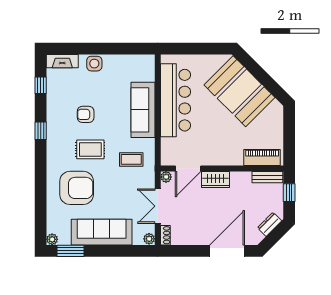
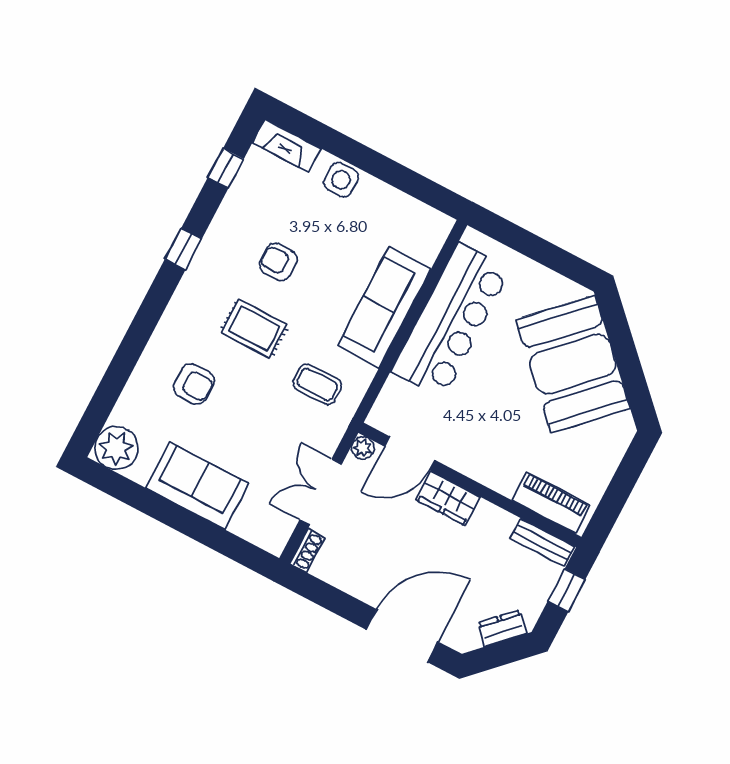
armchair: (77, 188) -> (194, 384), width x0.53, depth x0.53
sofa: (102, 232) -> (197, 486), width x0.73
plant: (52, 239) -> (116, 448), width x1.87, depth x1.87
plant: (149, 239) -> (275, 542), removed
window: (70, 251) -> (124, 490), removed

